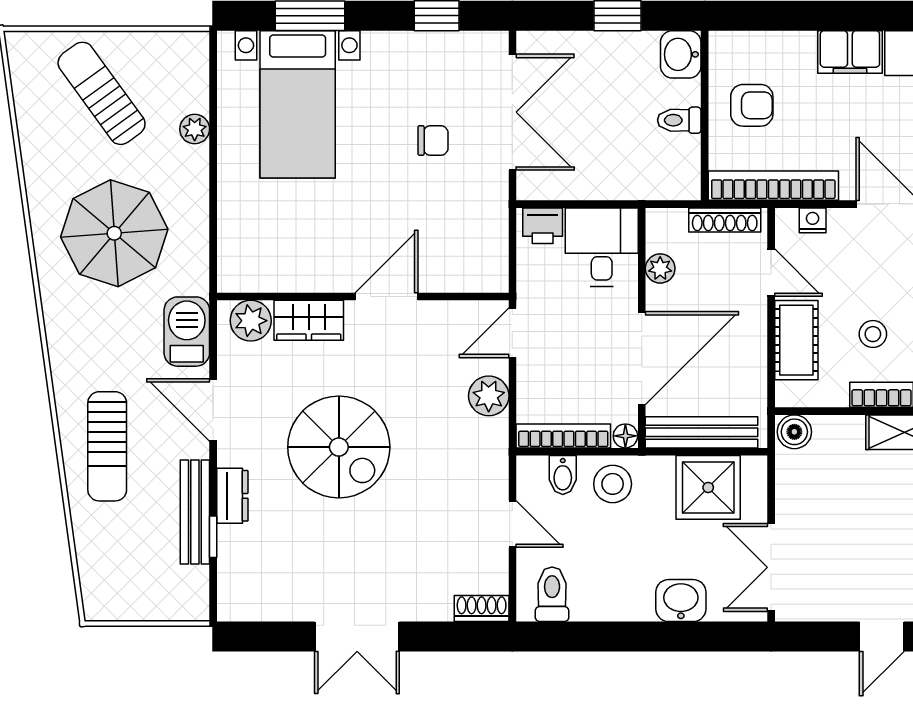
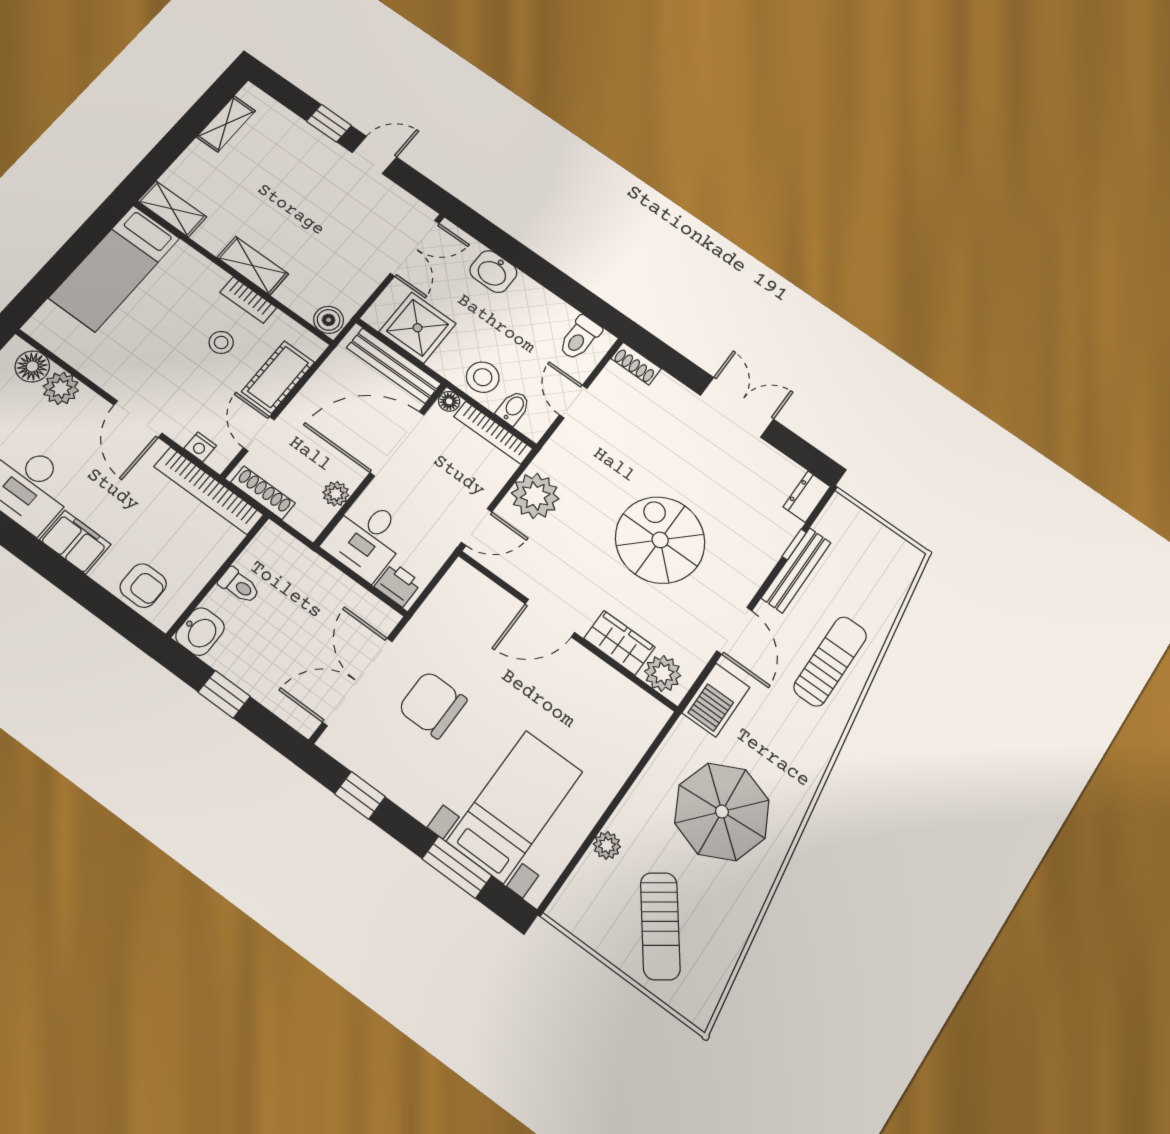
armchair: (752, 105) -> (143, 586), moved, turned 180
chair: (433, 140) -> (432, 705), width x1.87, depth x1.87
plant: (489, 396) -> (535, 496), width x1.36, depth x1.36
dresser: (232, 496) -> (807, 497), moved

